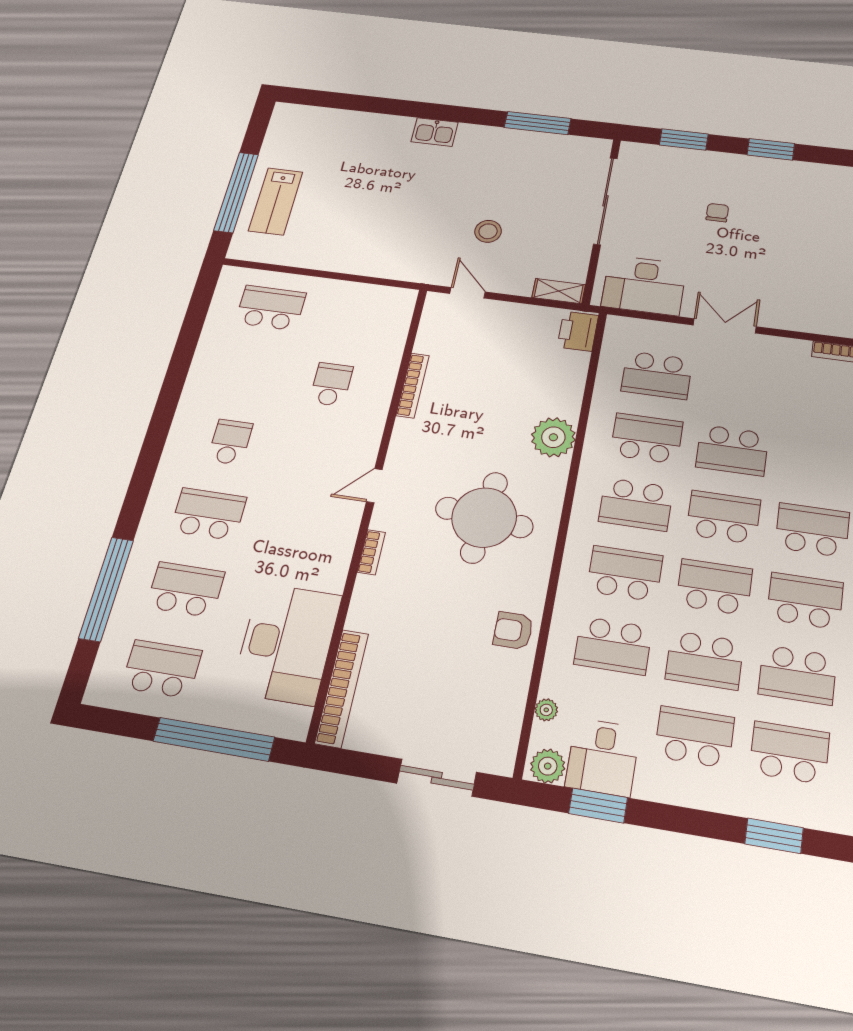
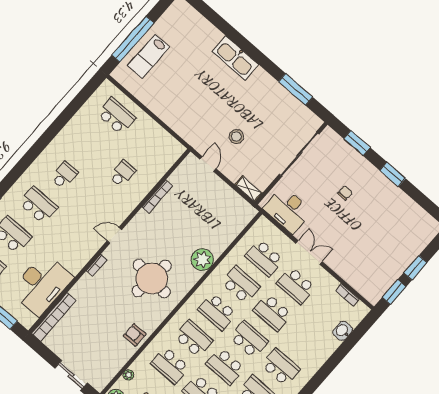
kitchen sink: (435, 132) -> (235, 58), width x1.87, depth x1.24
printer: (578, 331) -> (244, 215), removed
school desk: (741, 386) -> (296, 286), added
school desk: (714, 587) -> (225, 366), turned 180

